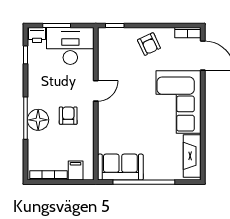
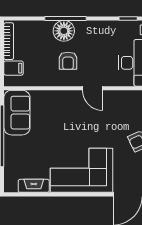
armchair: (68, 116) -> (68, 61), turned 90
fireplace: (192, 156) -> (34, 186), width x0.73, depth x0.76

